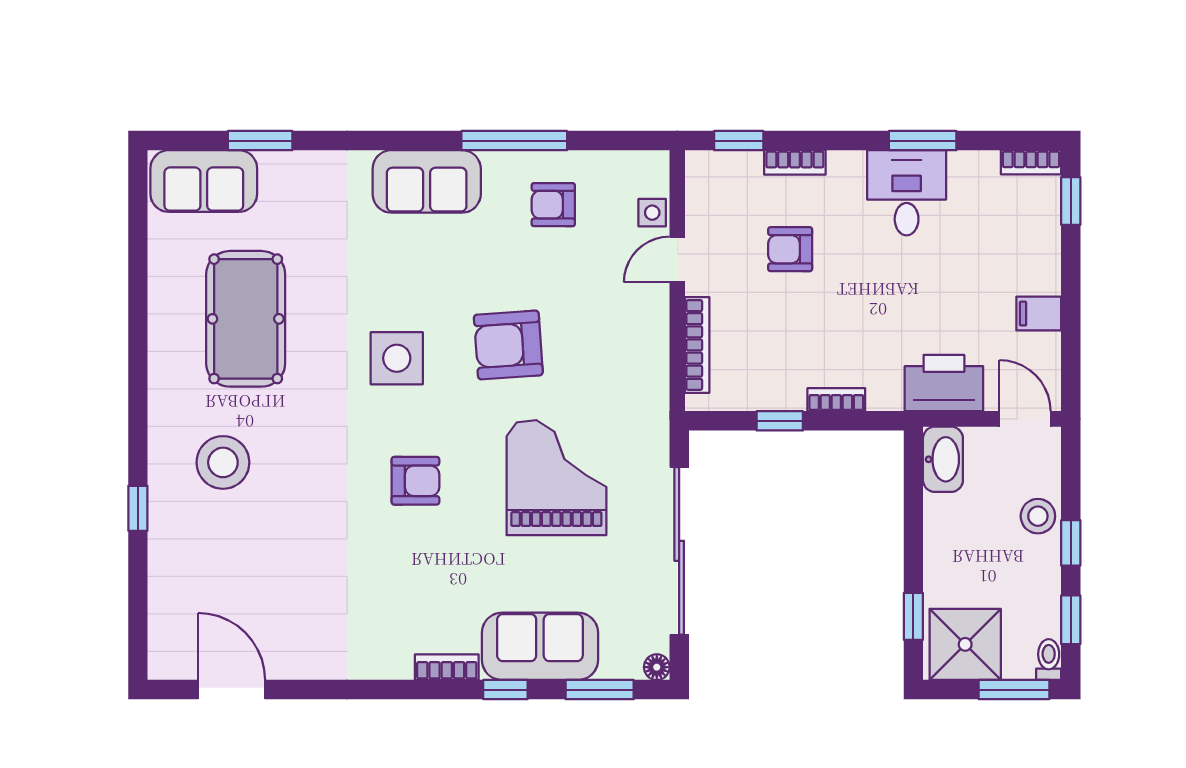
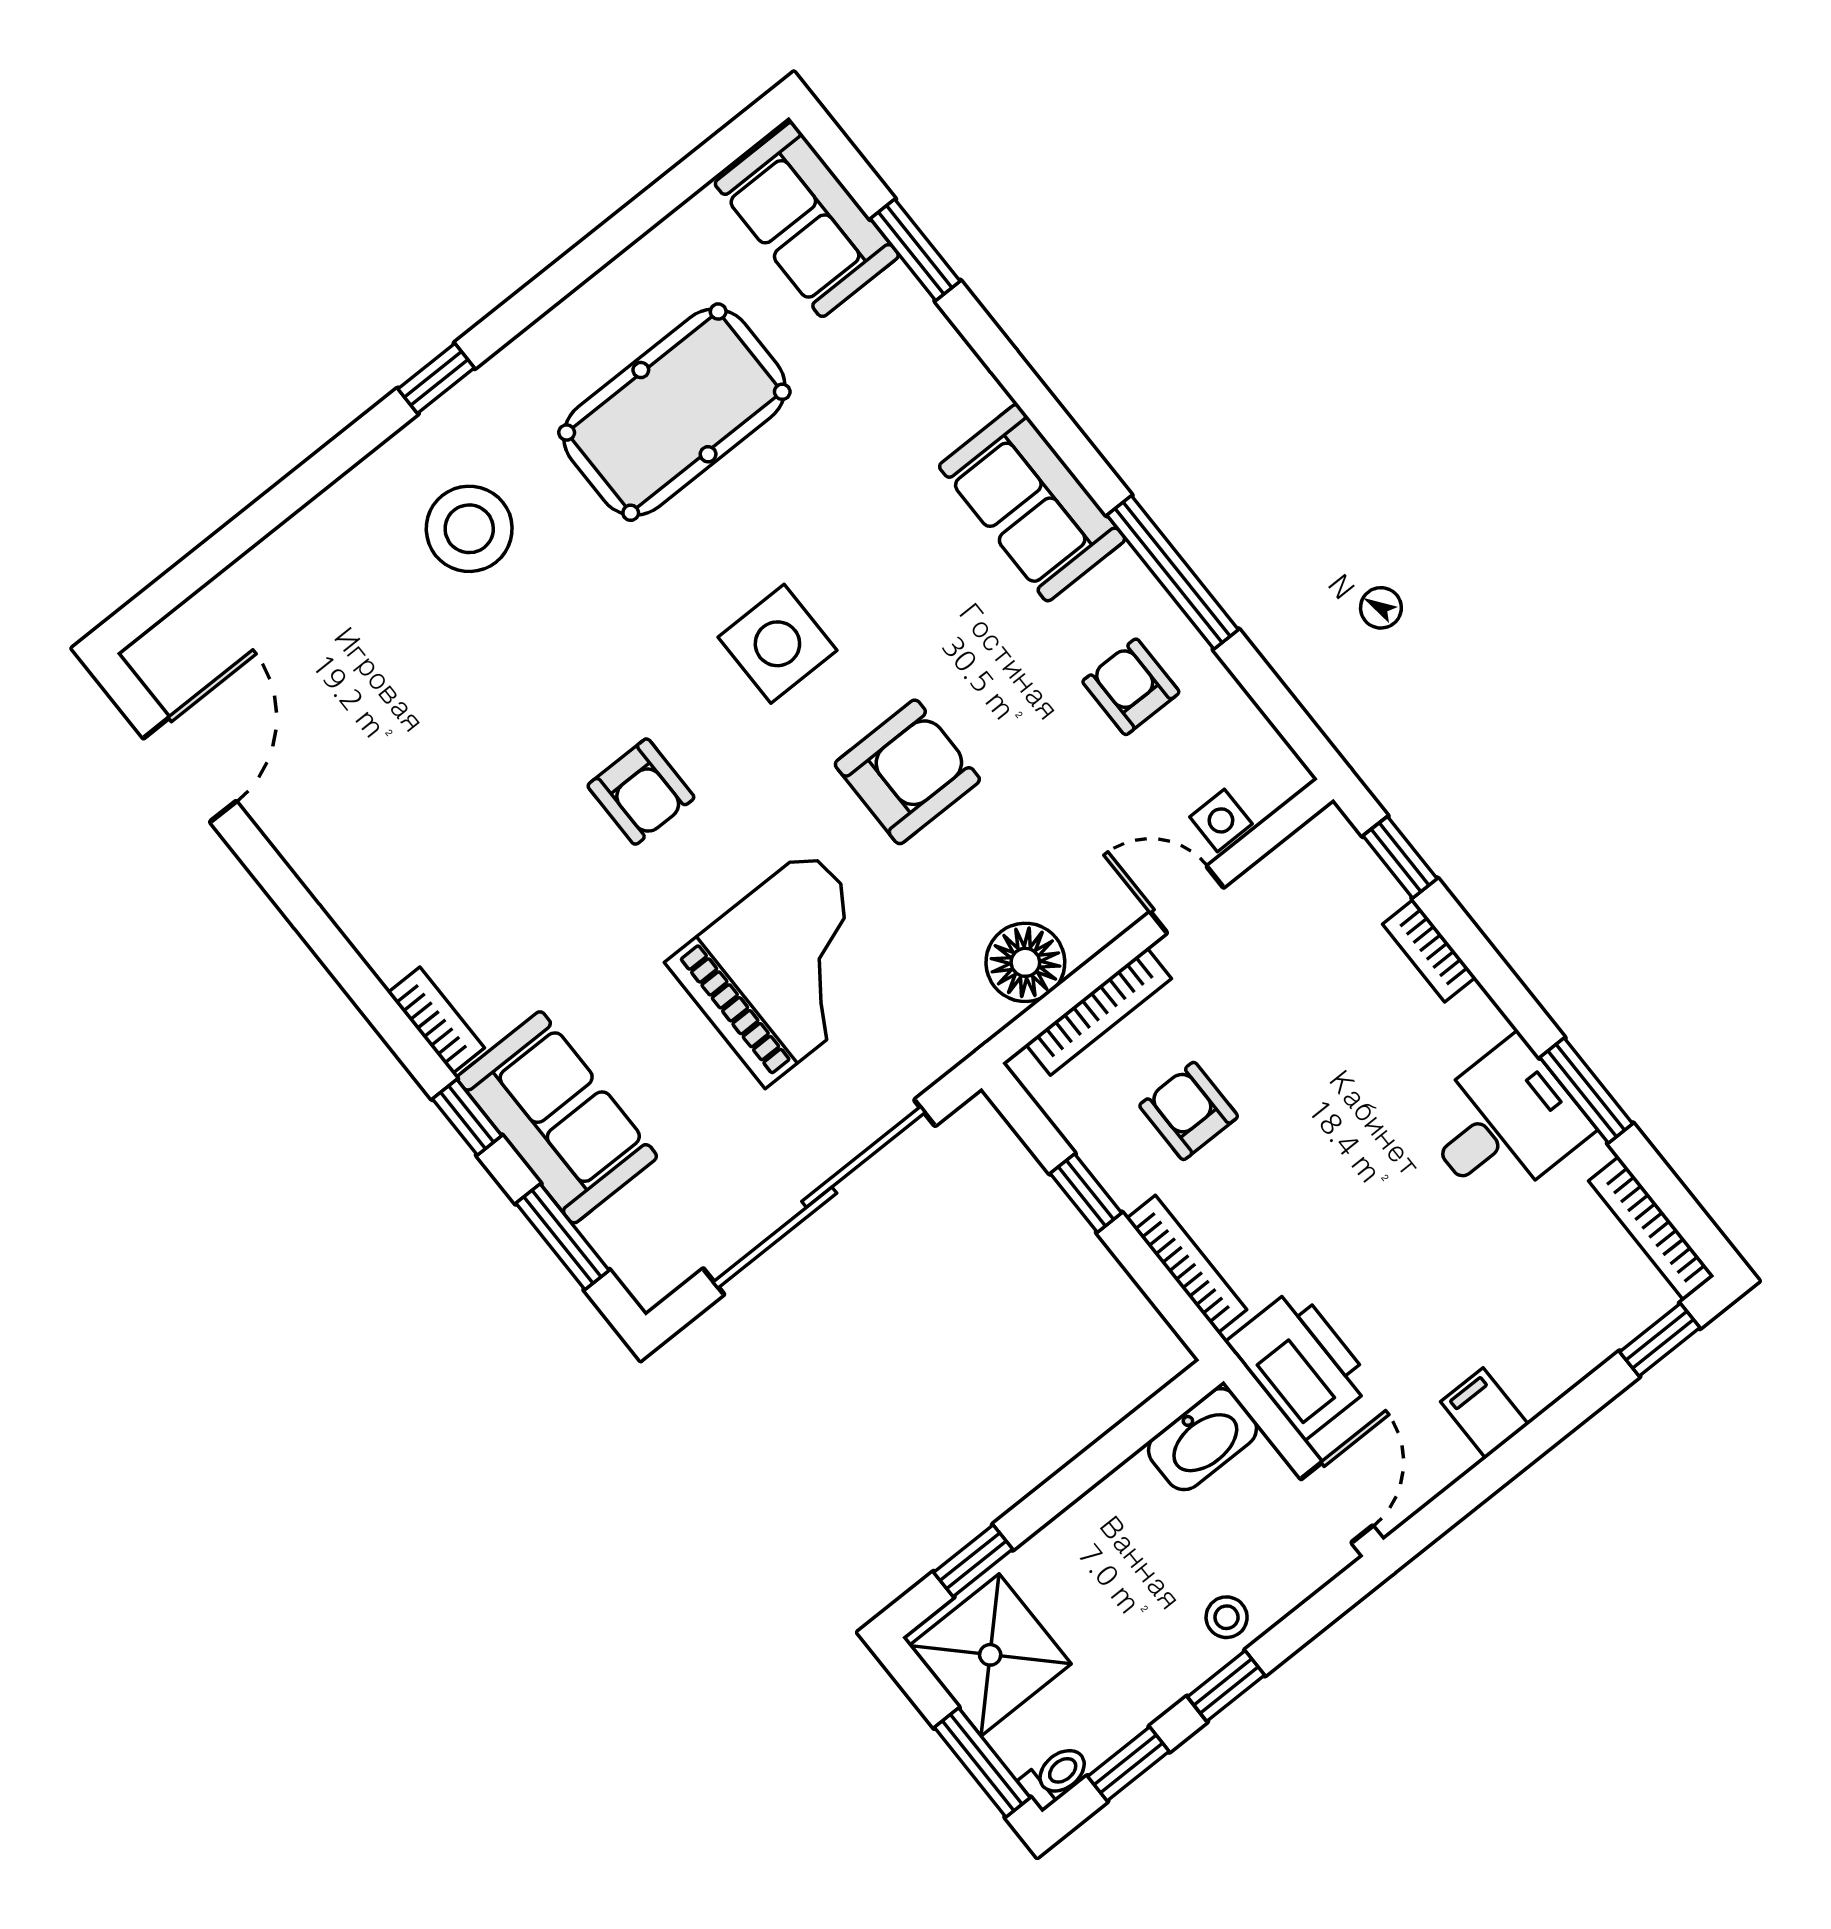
bookcase: (1031, 162) -> (1651, 1228), width x1.56
armchair: (790, 249) -> (1189, 1111), moved
armchair: (508, 345) -> (907, 772), turned 94
bookcase: (836, 400) -> (1187, 1264), width x1.56
window: (138, 508) -> (436, 378), moved
stool: (1038, 516) -> (1227, 1617), width x0.73, depth x0.73
floor lamp: (657, 667) -> (1025, 962), moved, width x1.89, depth x1.89

